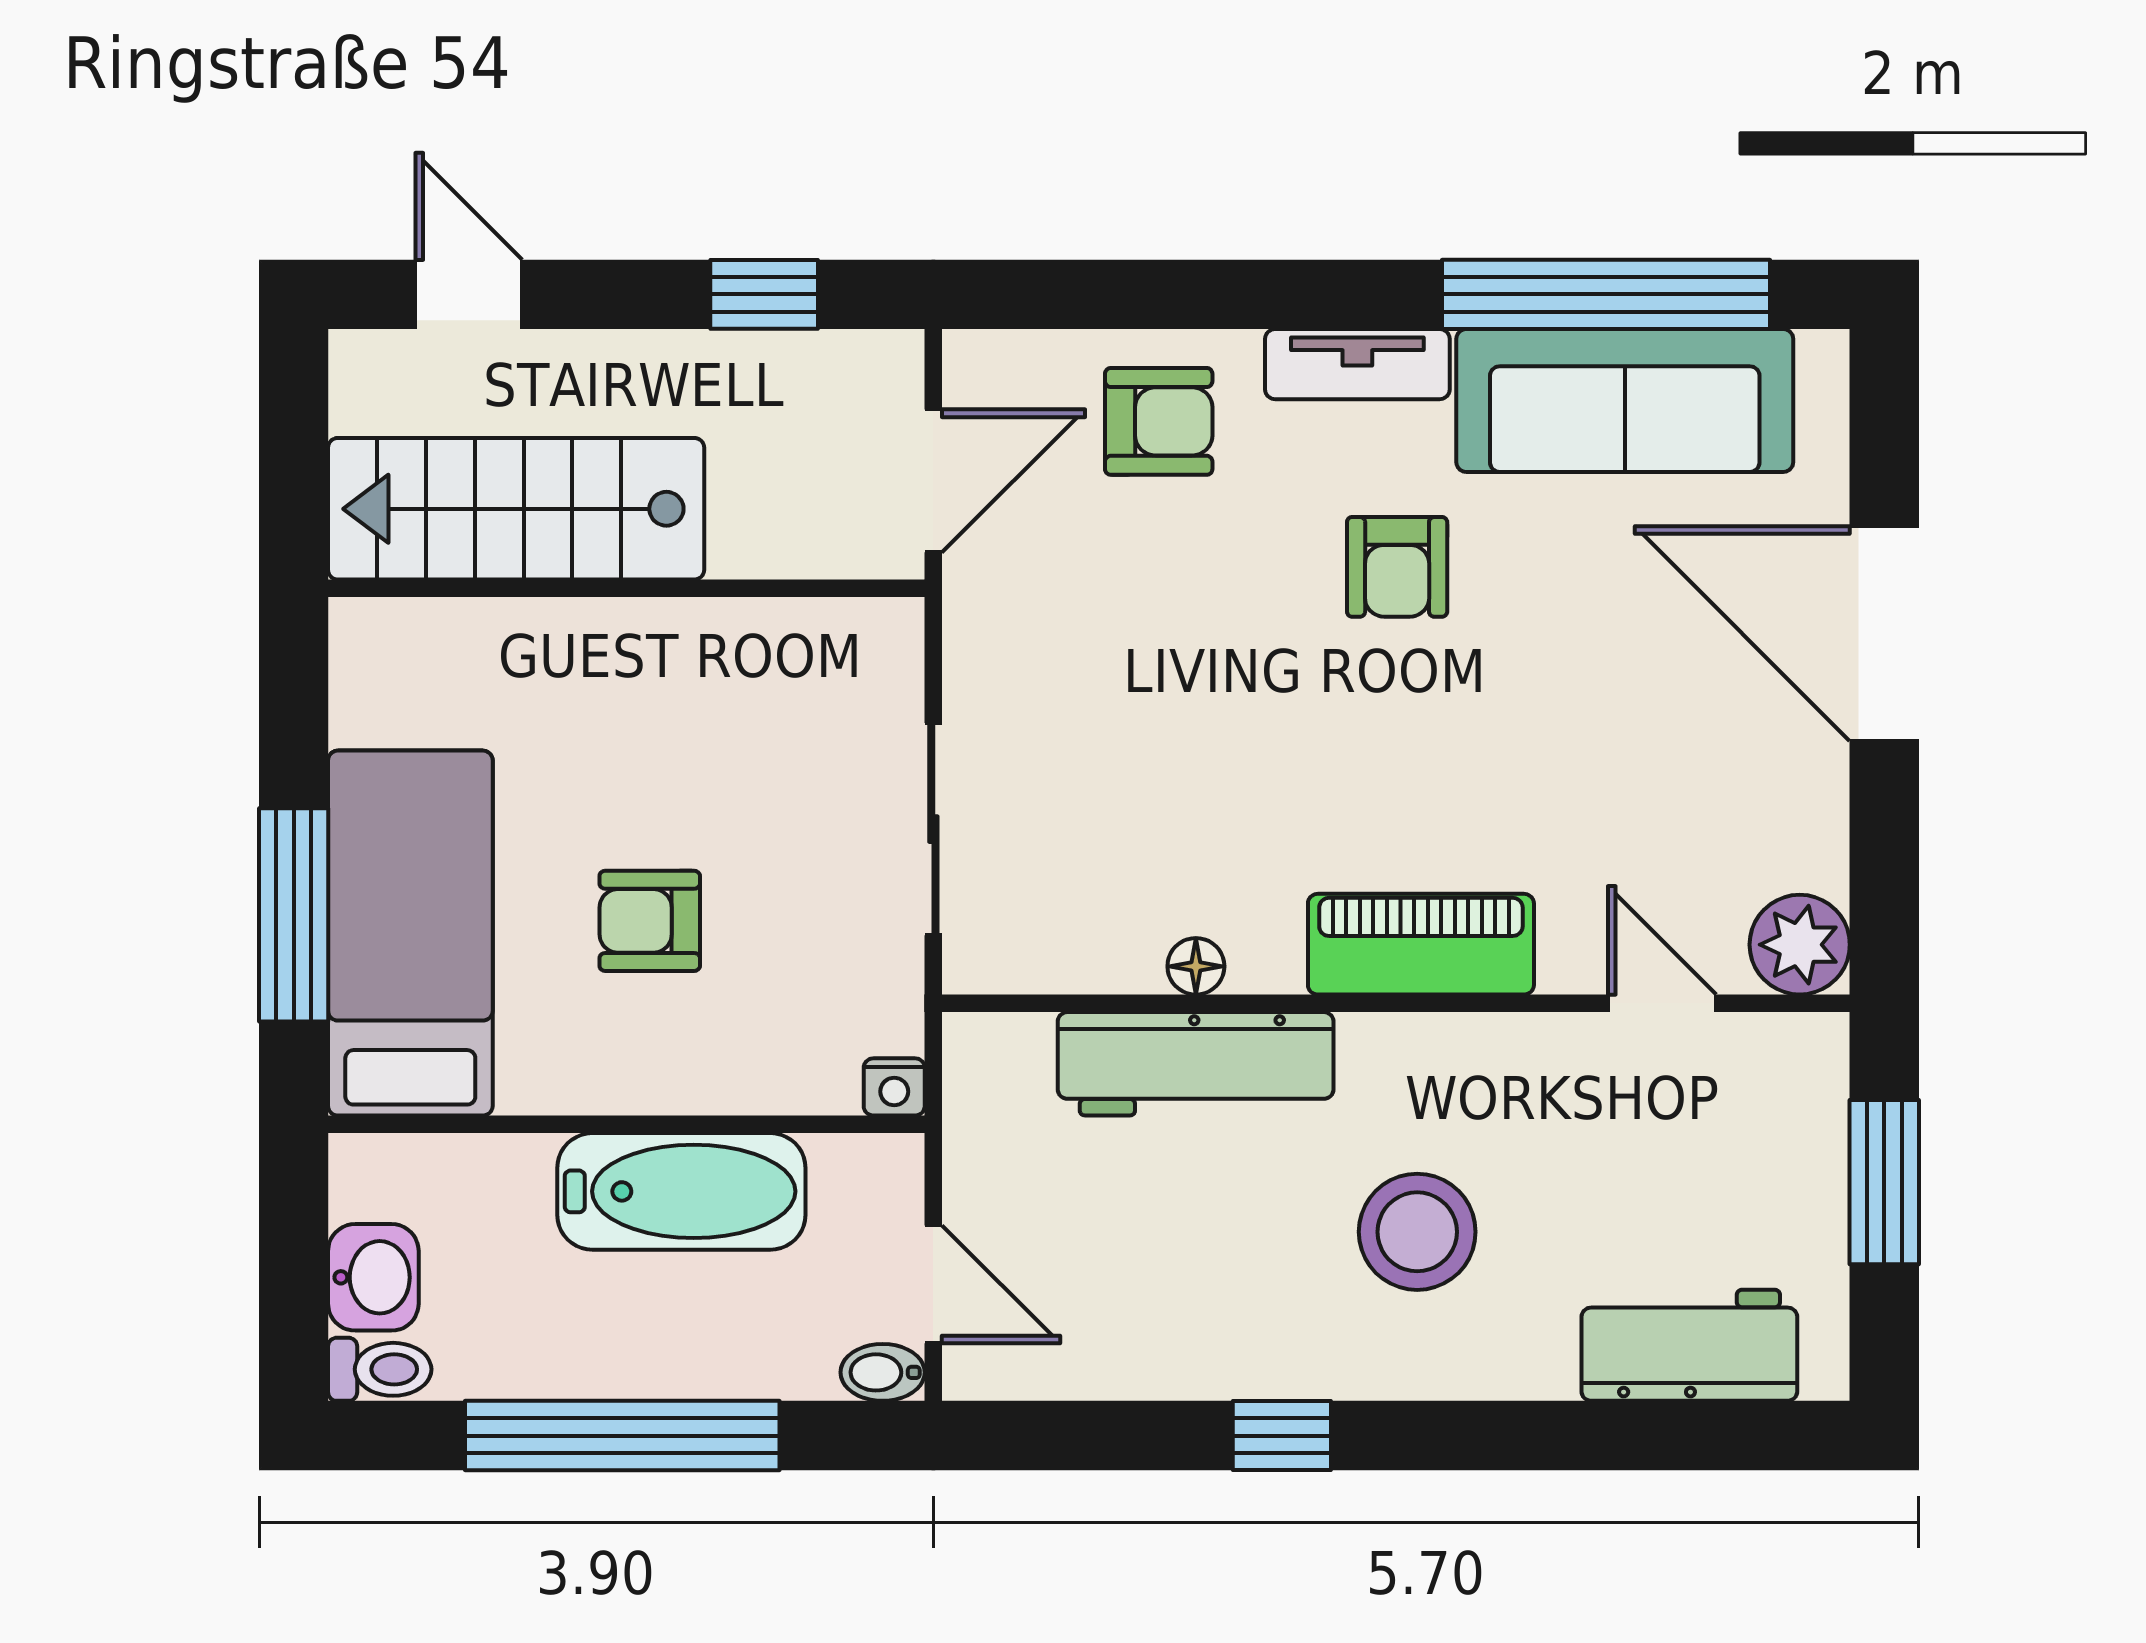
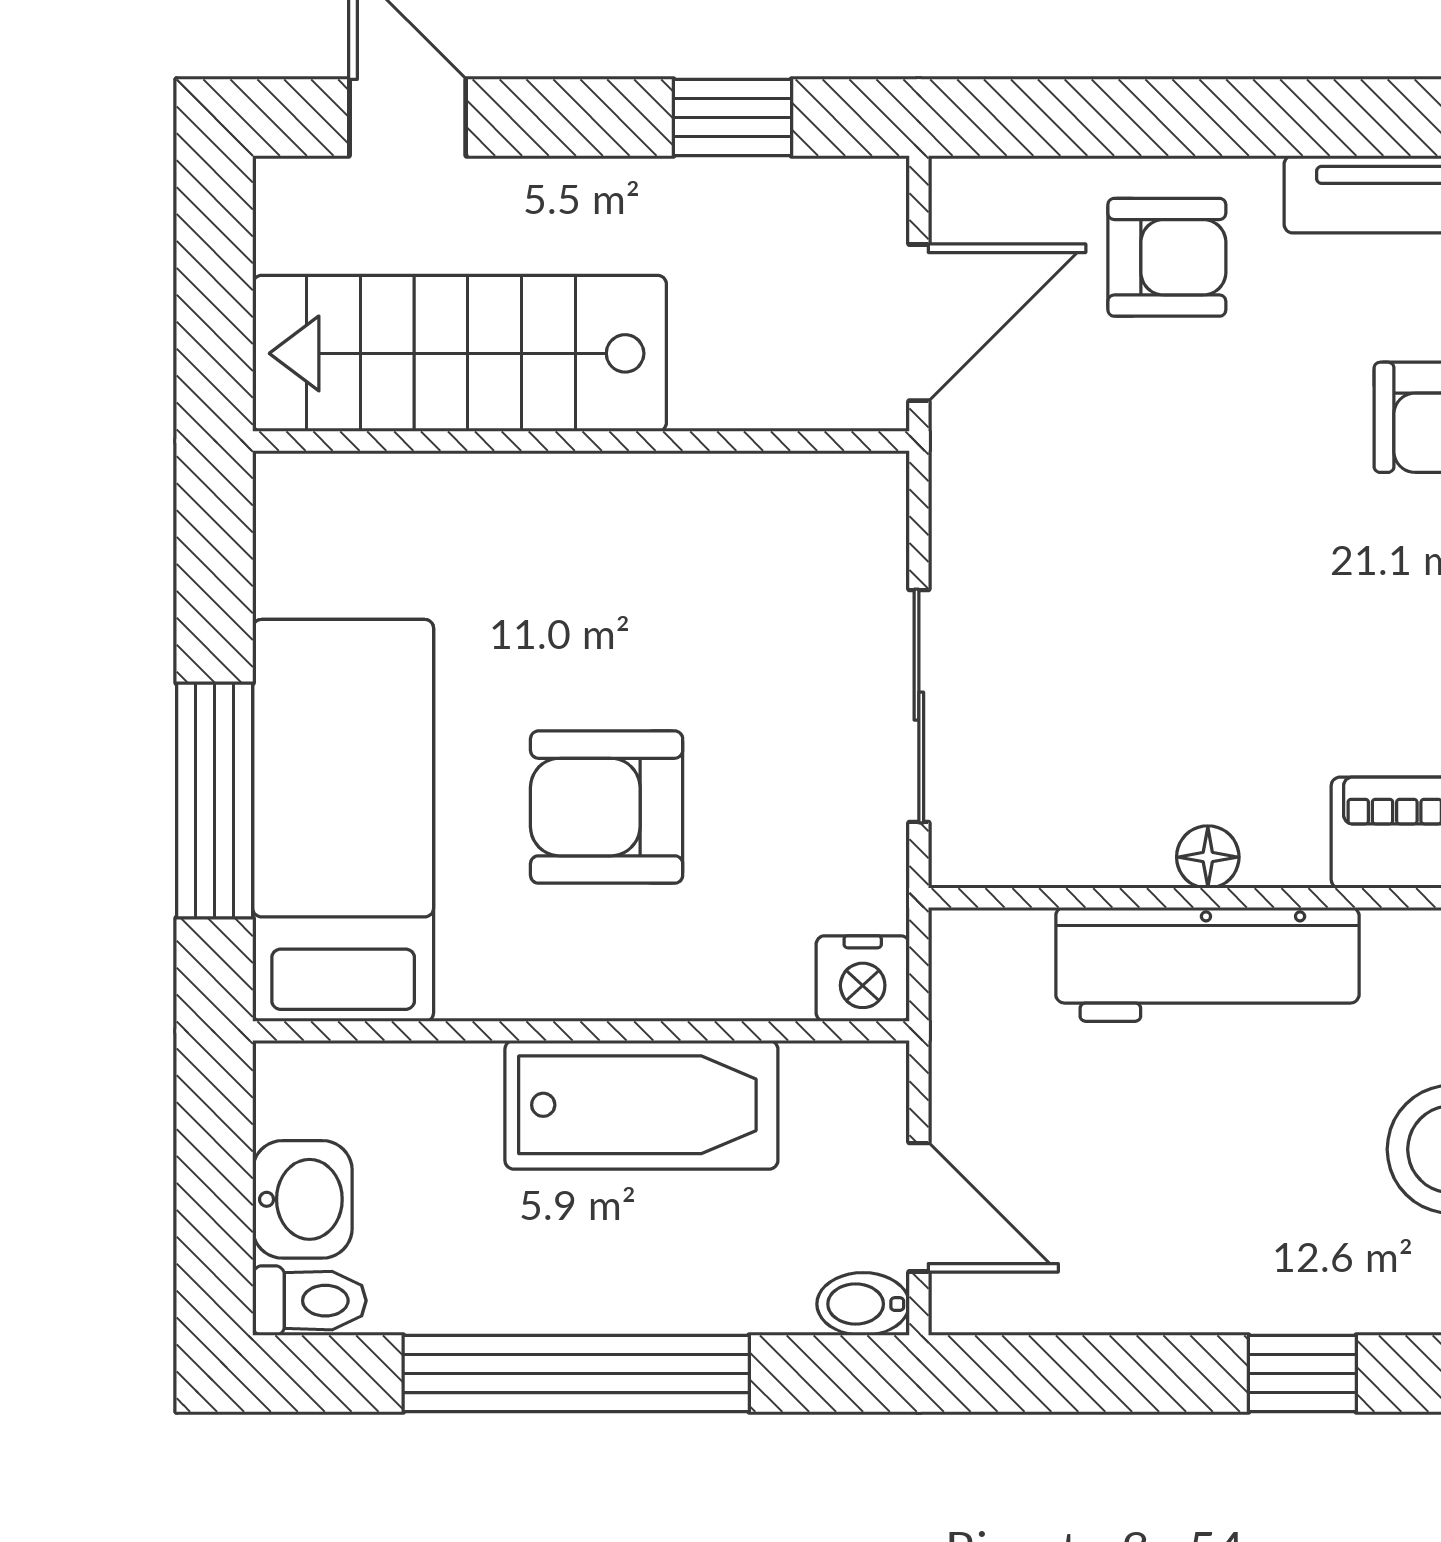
armchair: (650, 921) -> (607, 807), width x1.38, depth x1.38
nightstand: (894, 1087) -> (863, 979), width x1.39, depth x1.35

